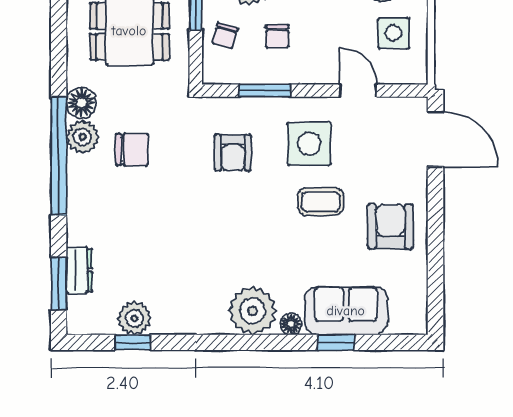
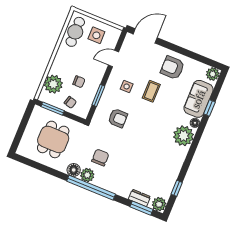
side table: (309, 144) -> (127, 86), width x0.54, depth x0.54
plant: (134, 318) -> (159, 204), moved
plant: (412, 319) -> (213, 74), added

